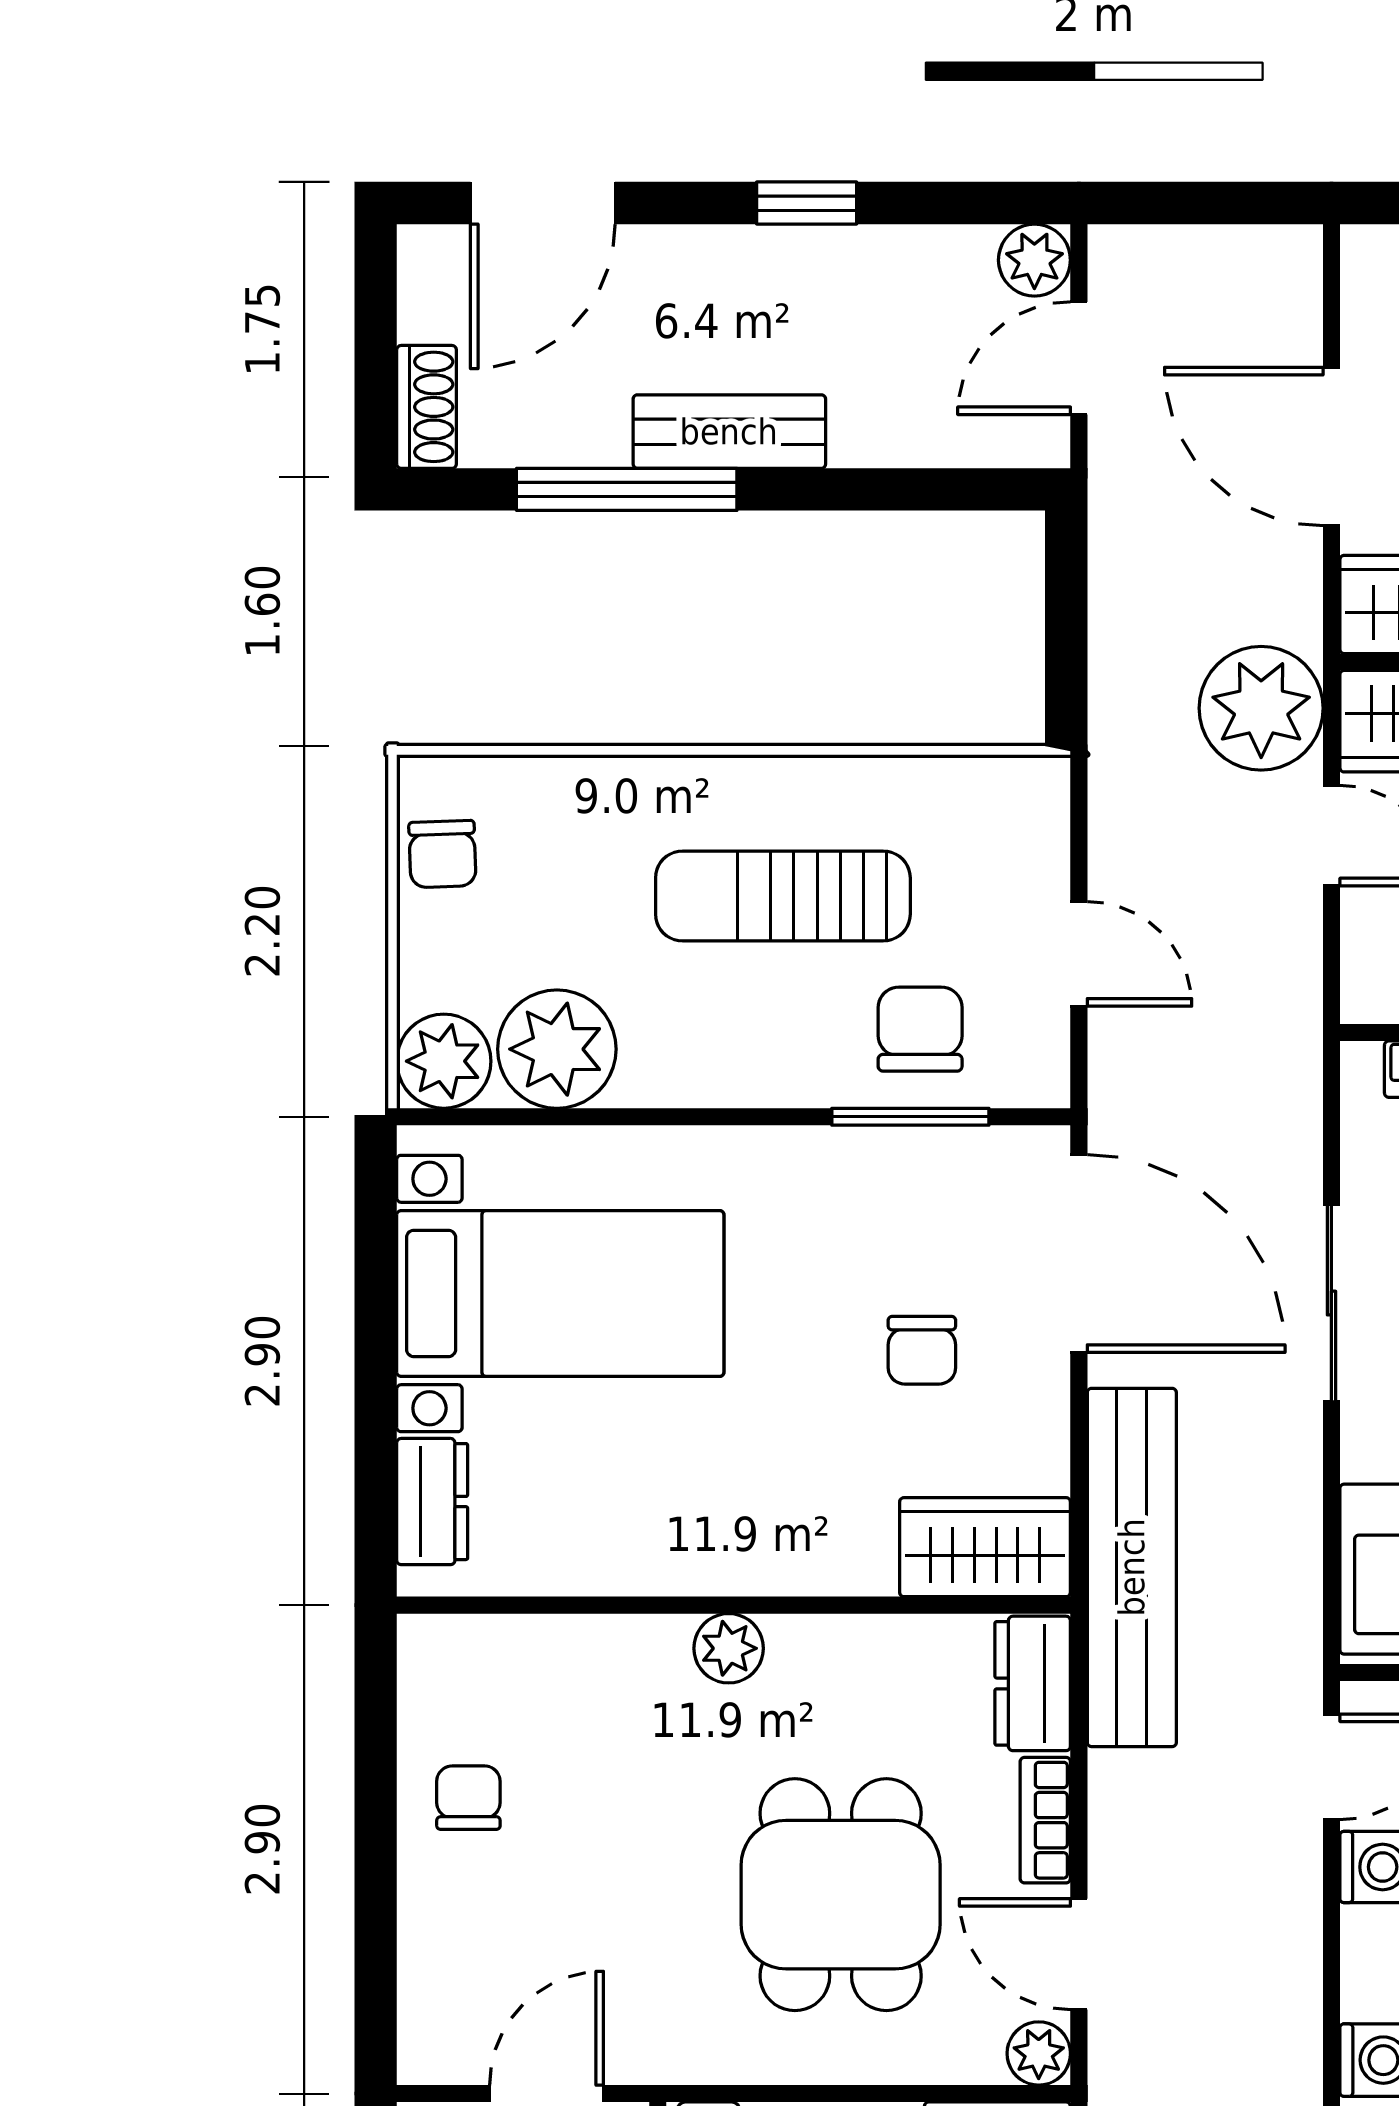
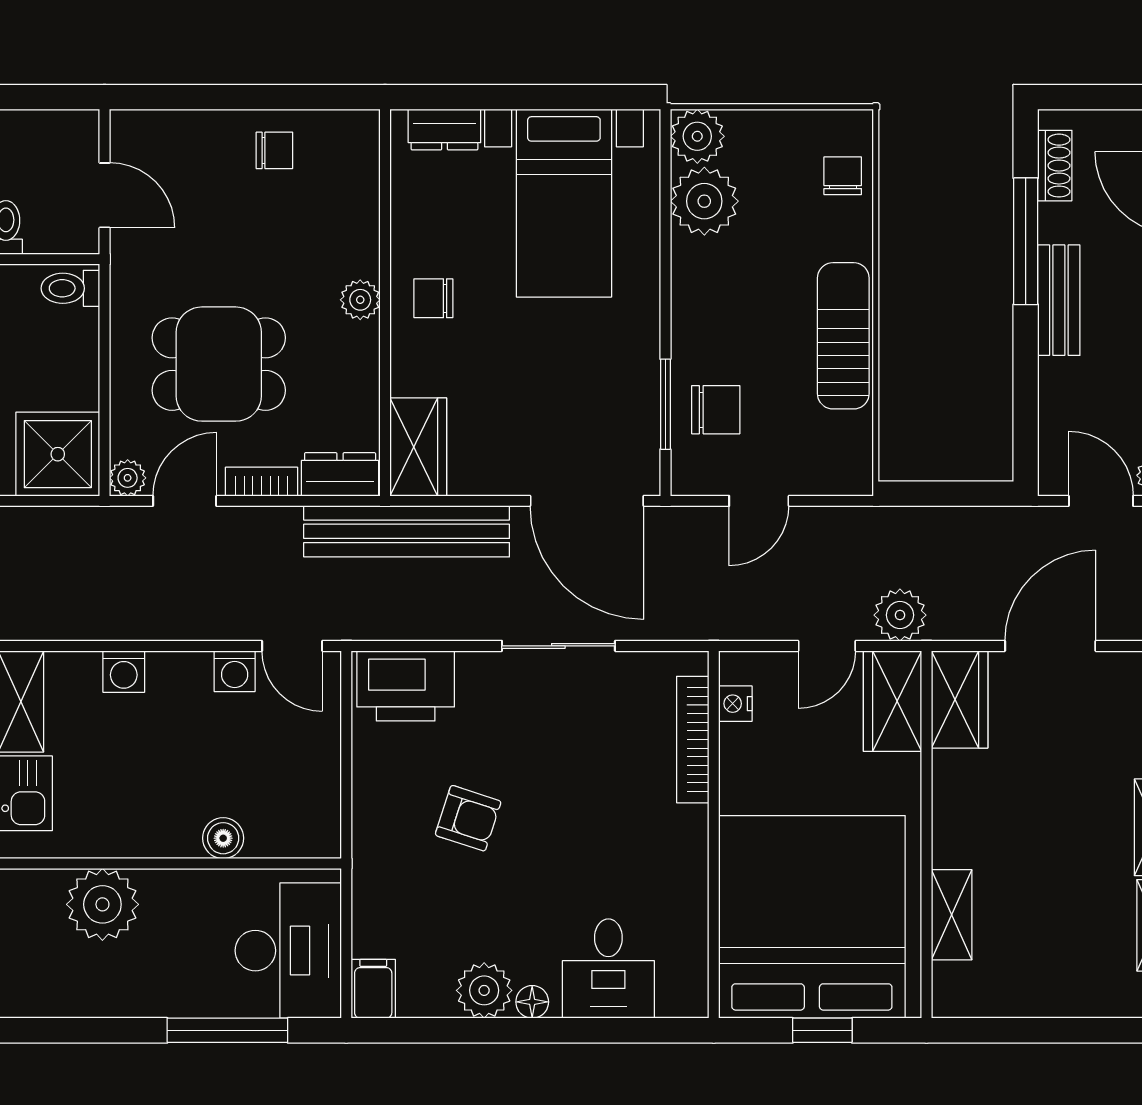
shoe rack: (427, 407) -> (1055, 166), moved, turned -90
plant: (1261, 708) -> (900, 615), width x0.73, depth x0.73
chair: (442, 854) -> (843, 176), moved, turned 92
sun lounger: (783, 896) -> (843, 336), moved
door: (1079, 1254) -> (587, 501), hinge flipped
chair: (922, 1350) -> (433, 298), moved

